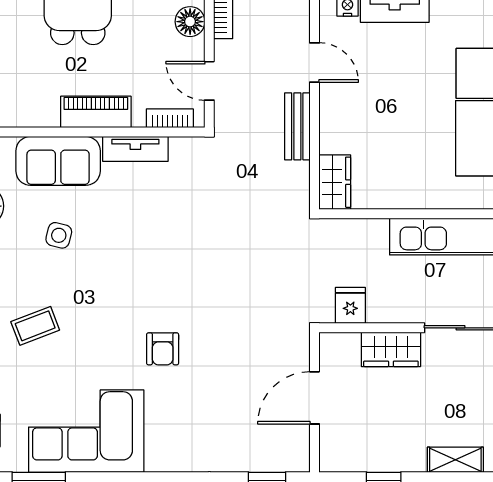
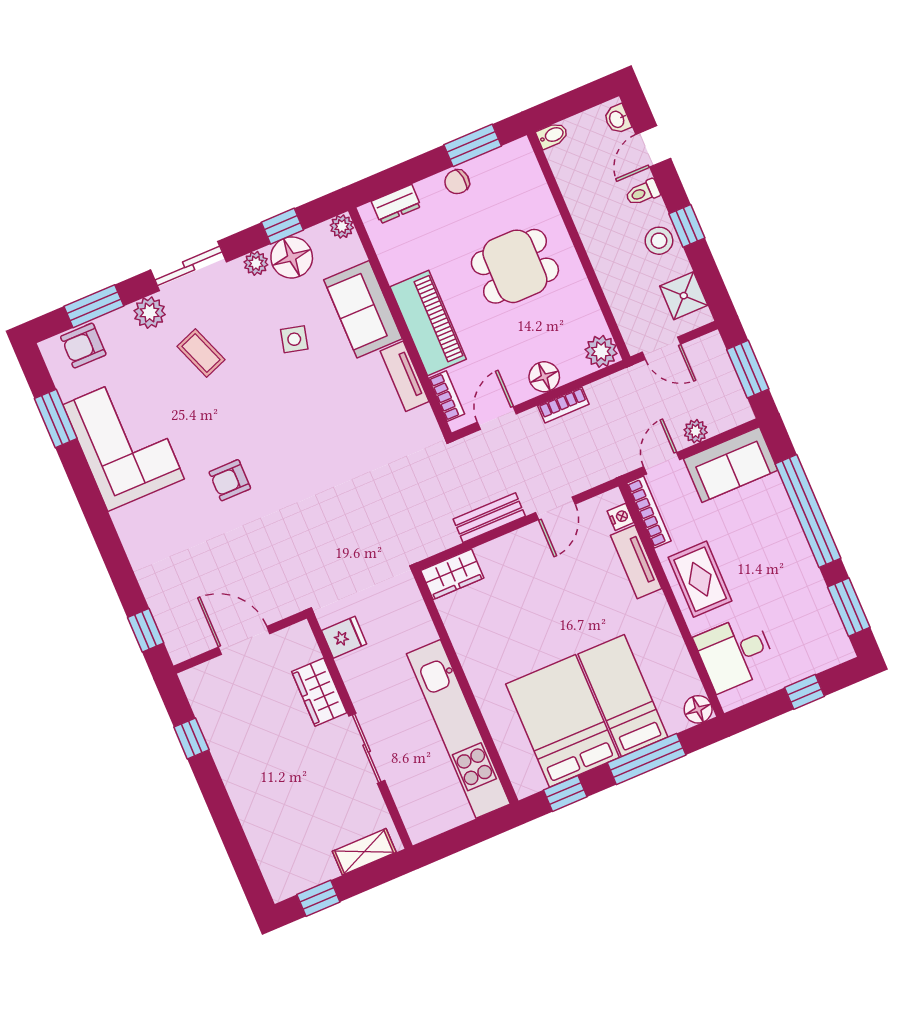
piano: (96, 112) -> (428, 323), width x1.37, depth x1.33
shelving: (455, 460) -> (242, 795), removed

